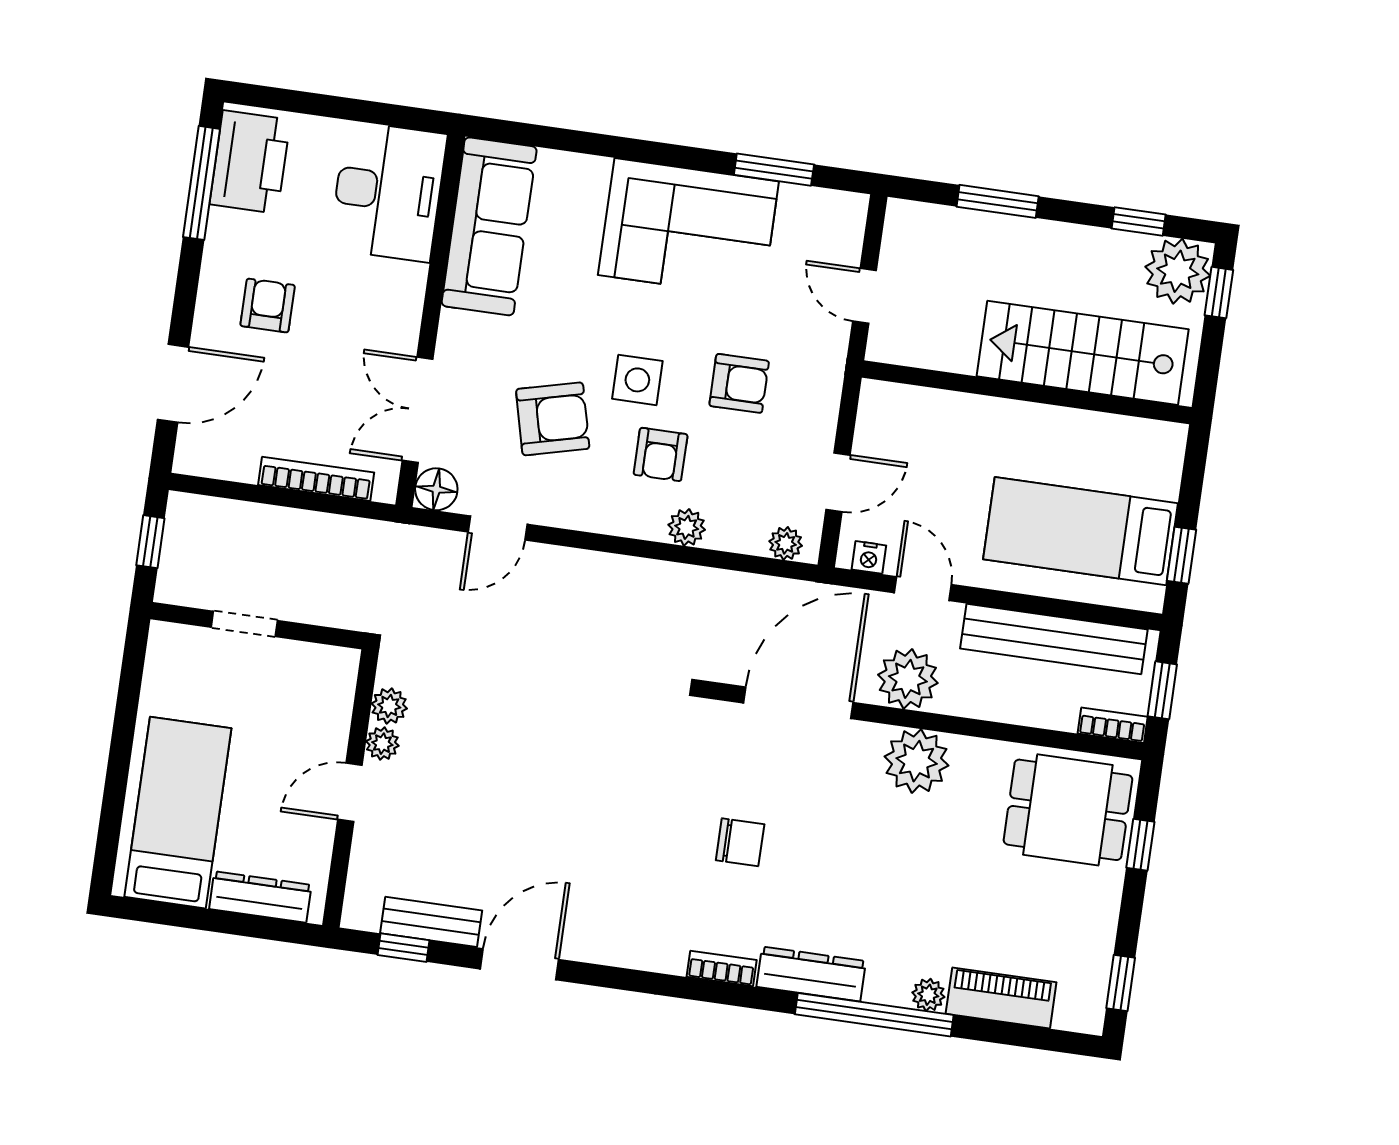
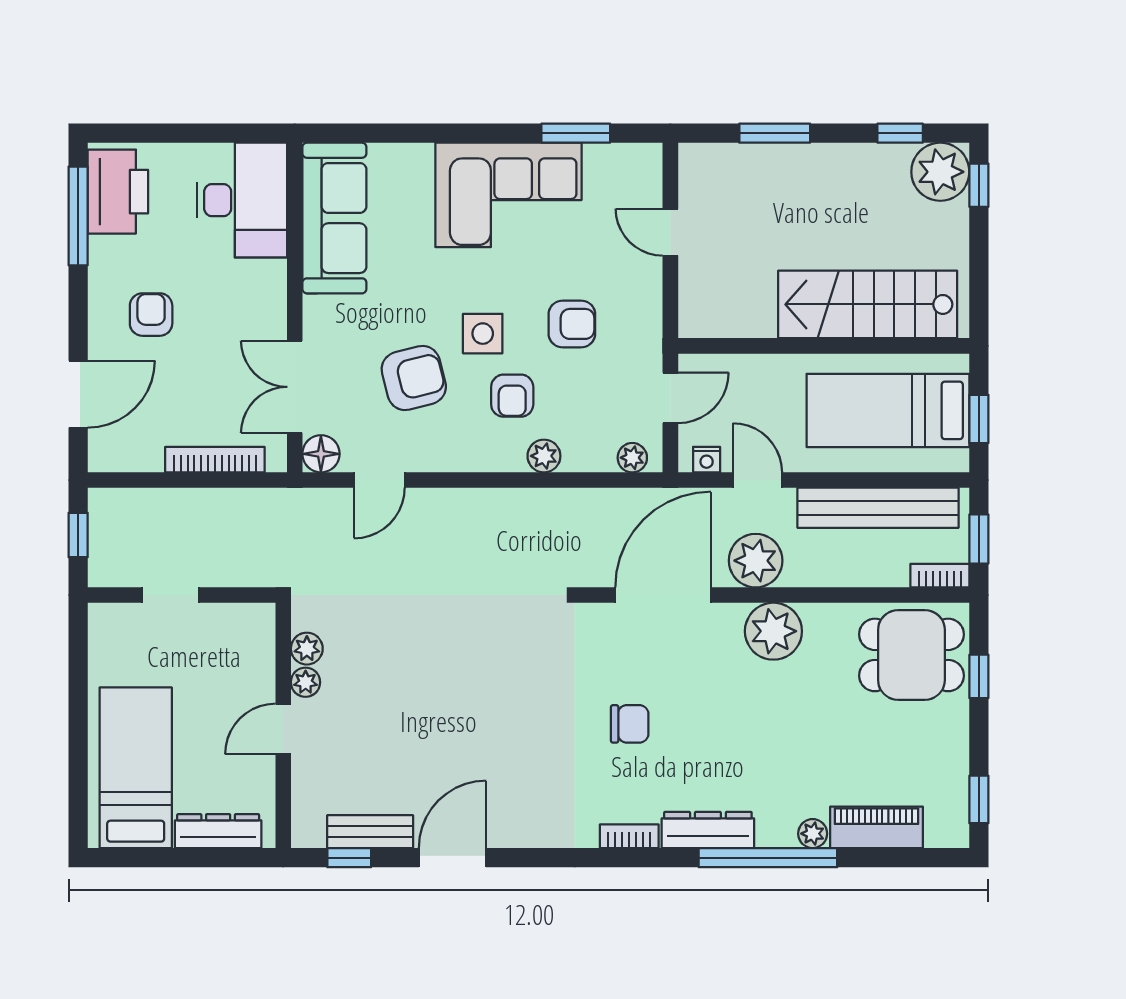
stairs: (1083, 353) -> (868, 304), moved
wall: (1027, 392) -> (824, 346), moved

